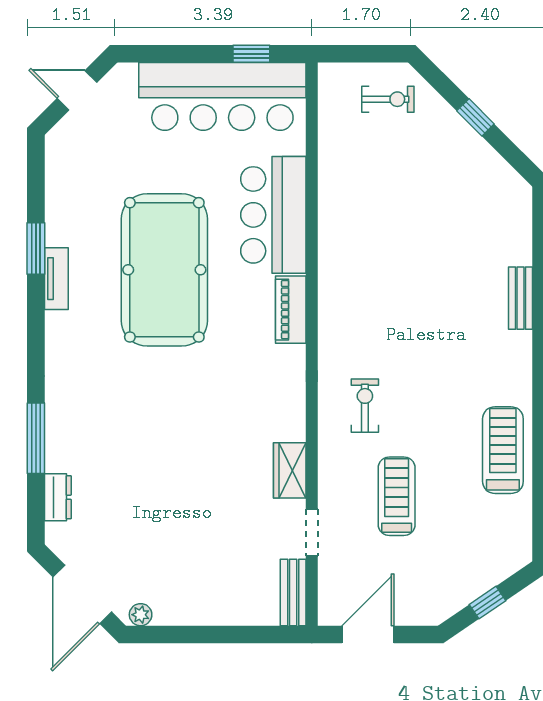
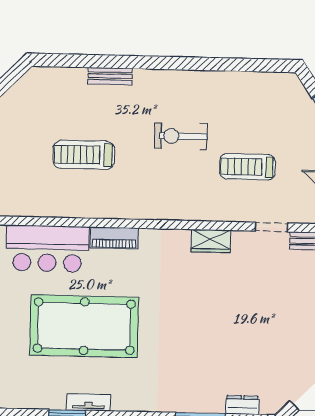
exercise bike: (365, 406) -> (181, 136), moved, width x1.38, depth x1.39
treadmill: (503, 450) -> (84, 155), moved
wardrobe: (290, 470) -> (211, 241), moved

